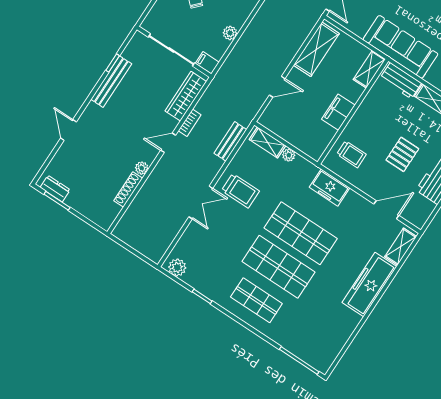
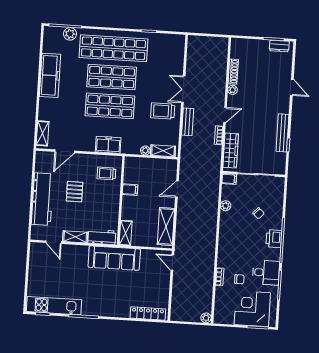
filing cabinet: (338, 112) -> (130, 190), width x0.50
bench: (230, 141) -> (188, 122), moved
plant: (177, 267) -> (70, 34), moved
freezer: (369, 285) -> (50, 75), moved
shop shelf: (256, 300) -> (113, 48), width x2.00, depth x1.36

